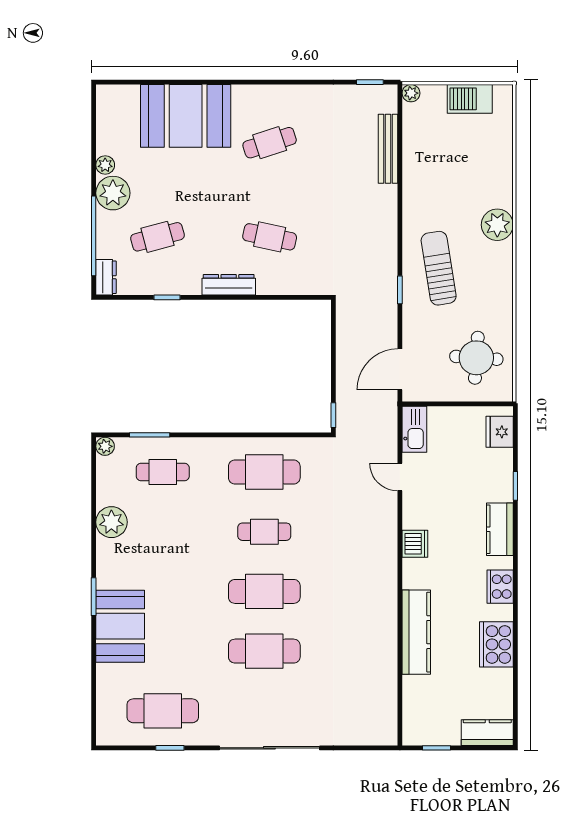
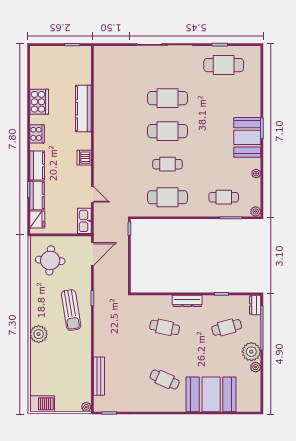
barbecue: (470, 99) -> (42, 404), moved
cafe table: (270, 143) -> (165, 379), turned 42
plant: (111, 522) -> (256, 174), width x0.53, depth x0.53
booth: (120, 626) -> (247, 137), moved
kitchen counter: (487, 733) -> (37, 195), moved, turned -90

